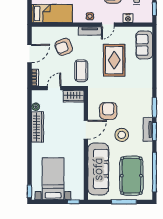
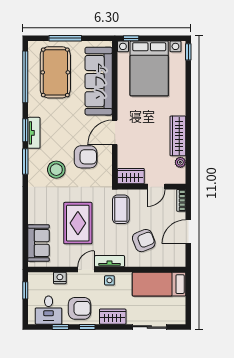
armchair: (108, 111) -> (86, 157), turned -90
stool: (122, 135) -> (56, 170), moved
bed with nightstands: (53, 179) -> (149, 68), width x1.36

